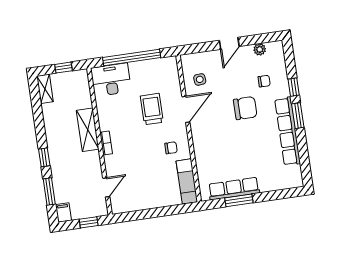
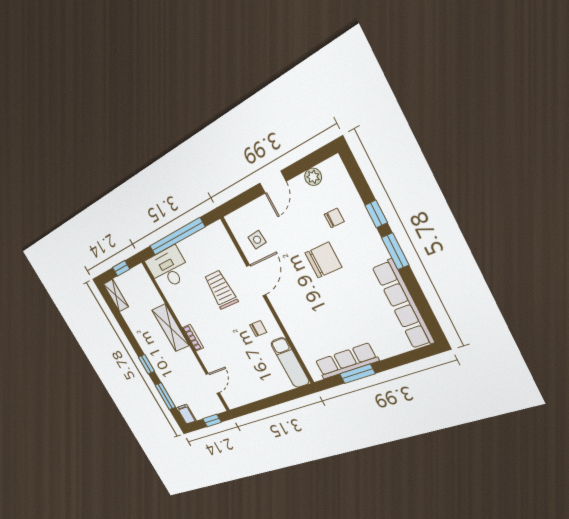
row of seats: (288, 131) -> (403, 305), moved

